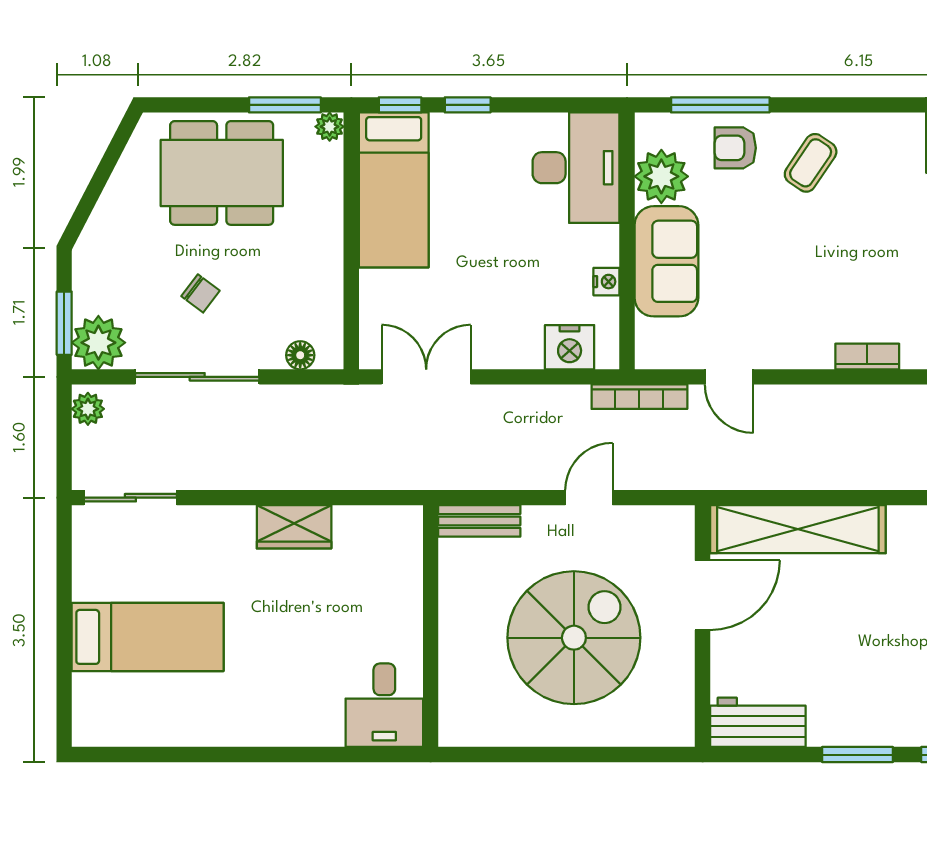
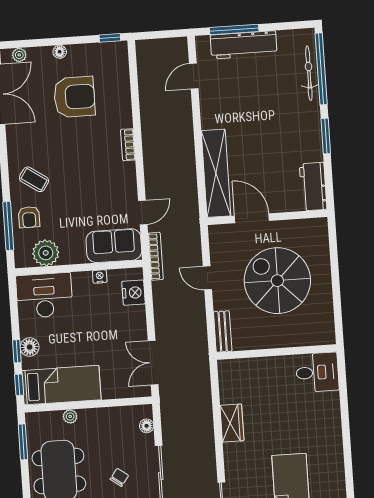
plant: (330, 127) -> (70, 416), moved
floor lamp: (474, 131) -> (30, 347), added
sofa: (666, 261) -> (114, 246), moved

